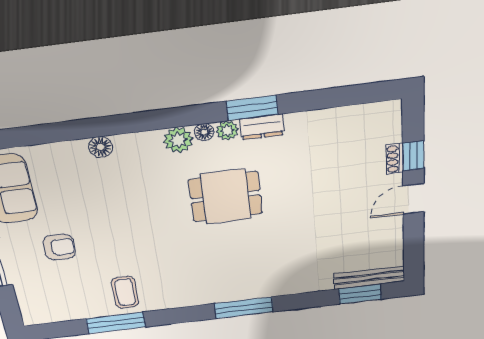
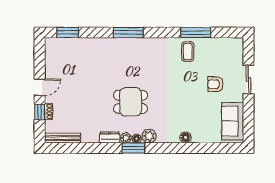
window: (252, 108) -> (133, 148), moved
bench: (369, 278) -> (63, 138), moved

